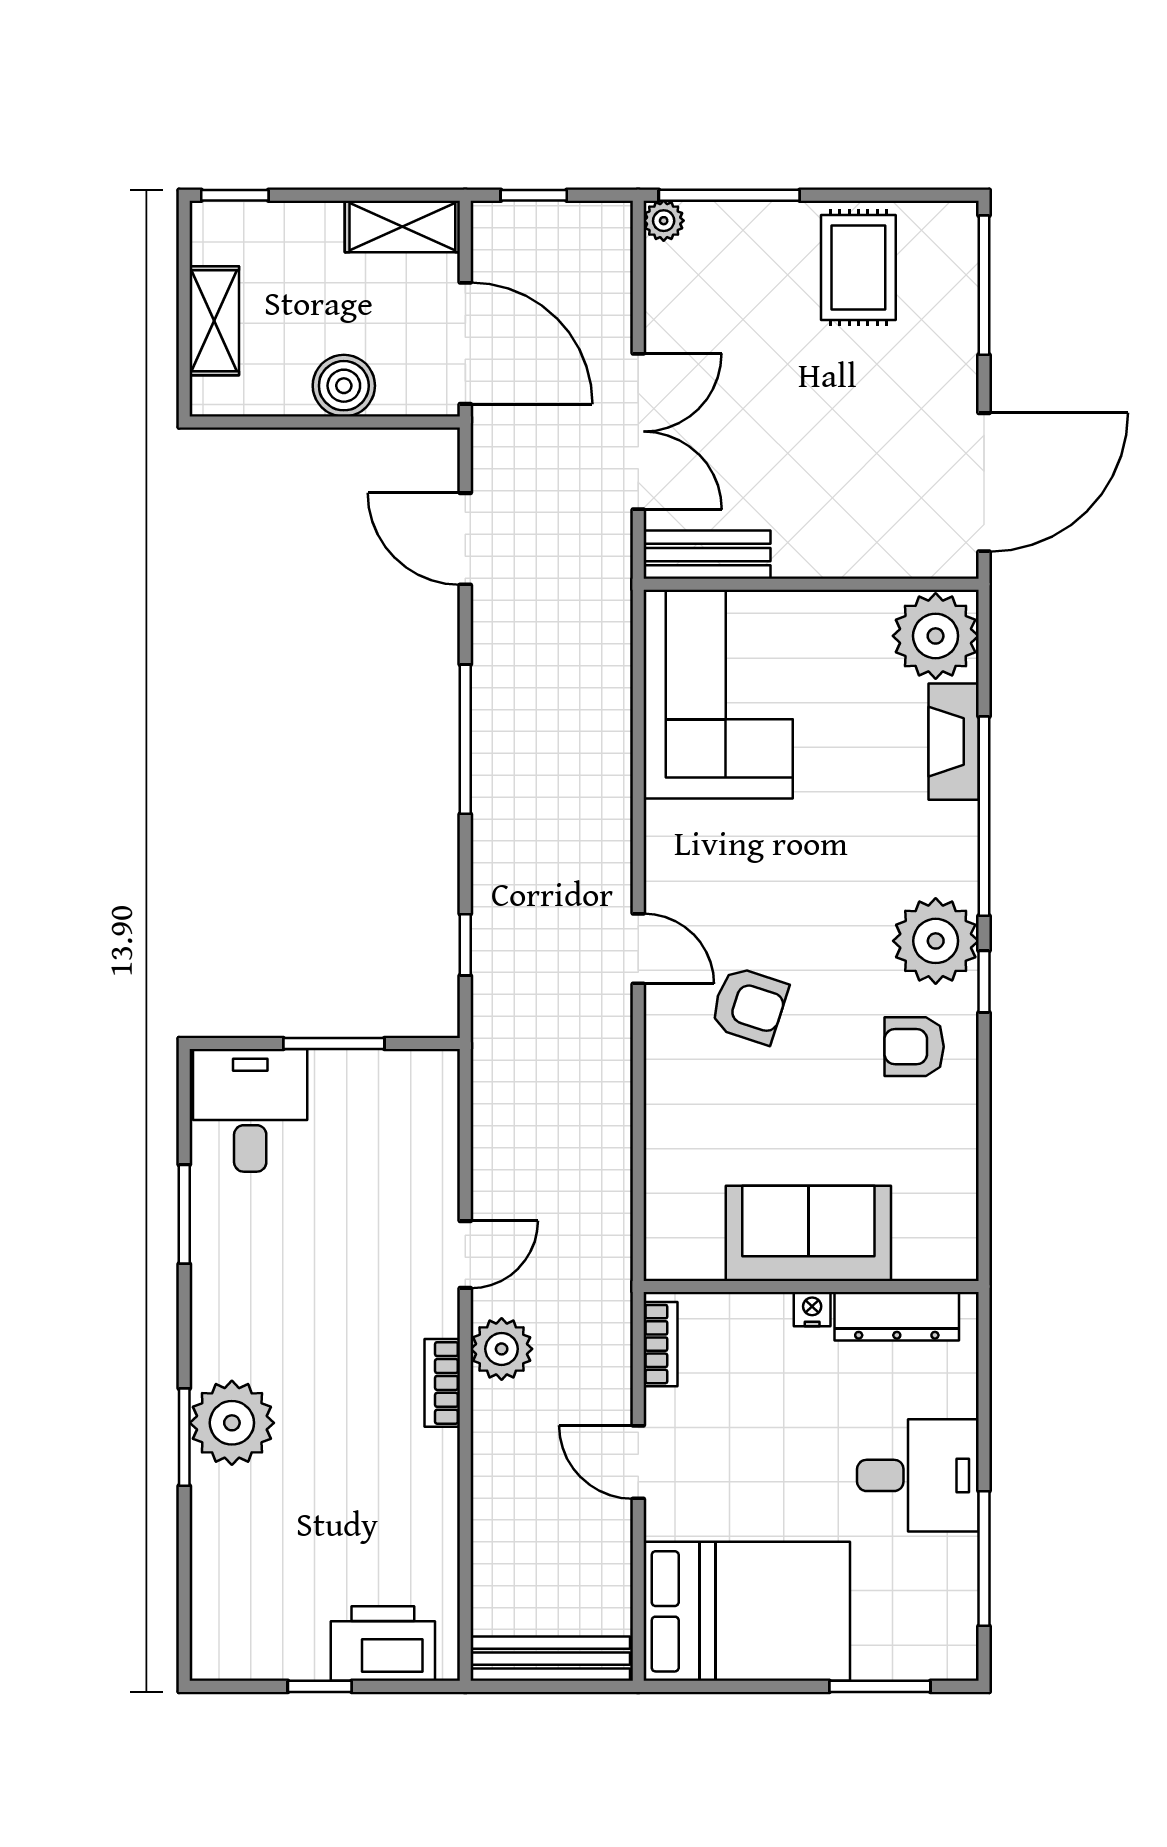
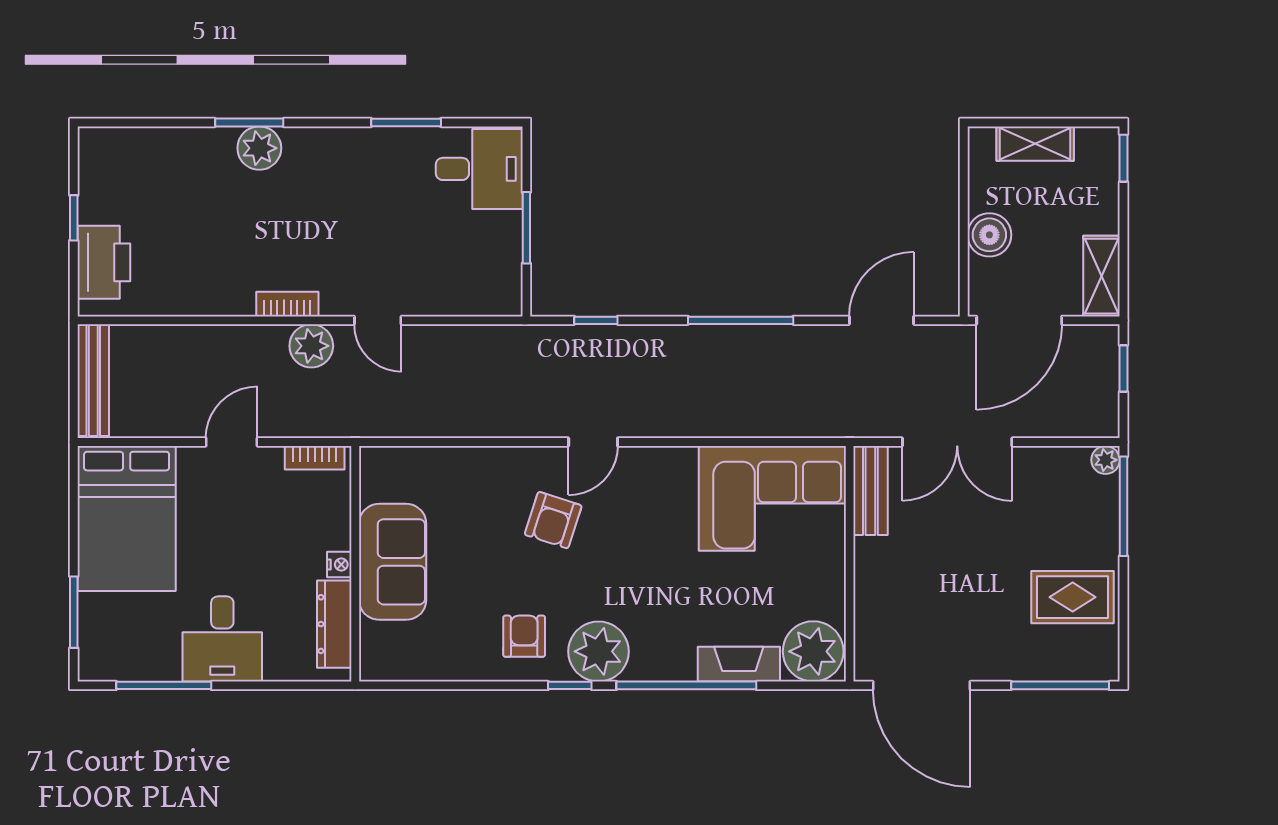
plant: (232, 1423) -> (259, 148), width x0.73, depth x0.73

